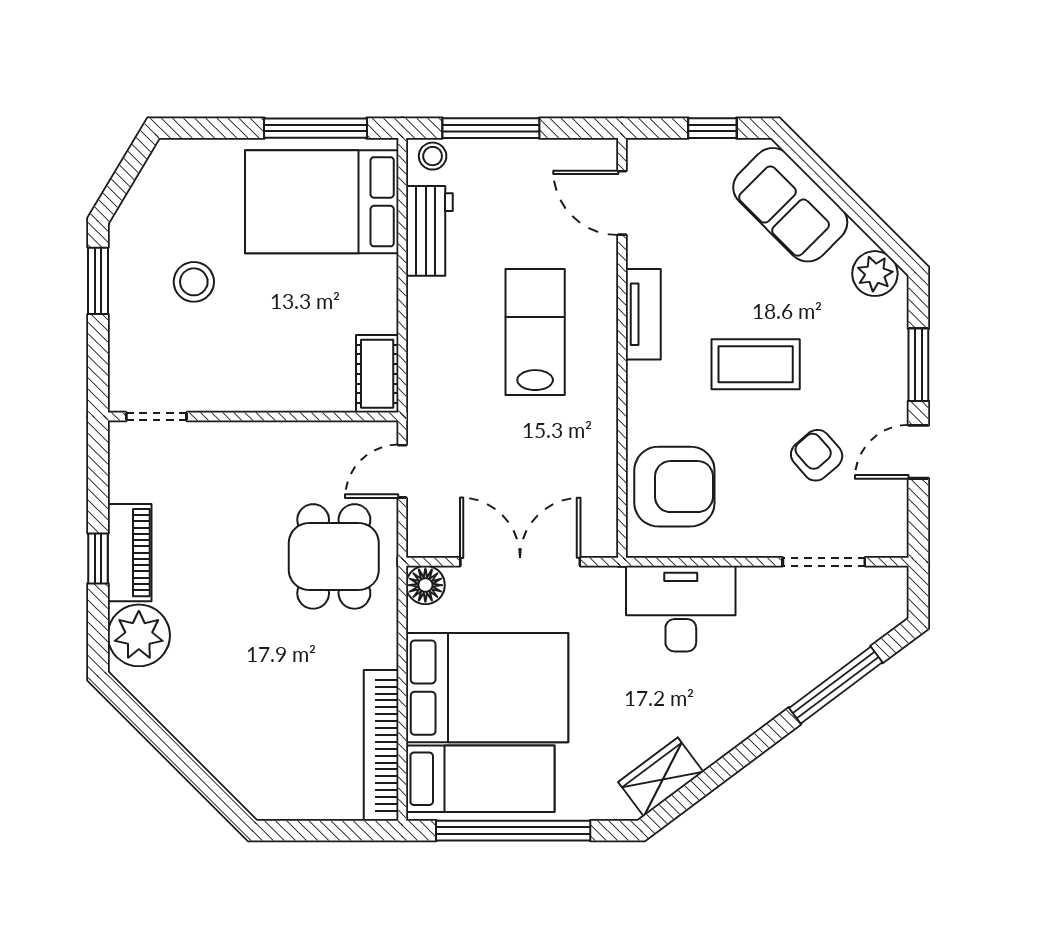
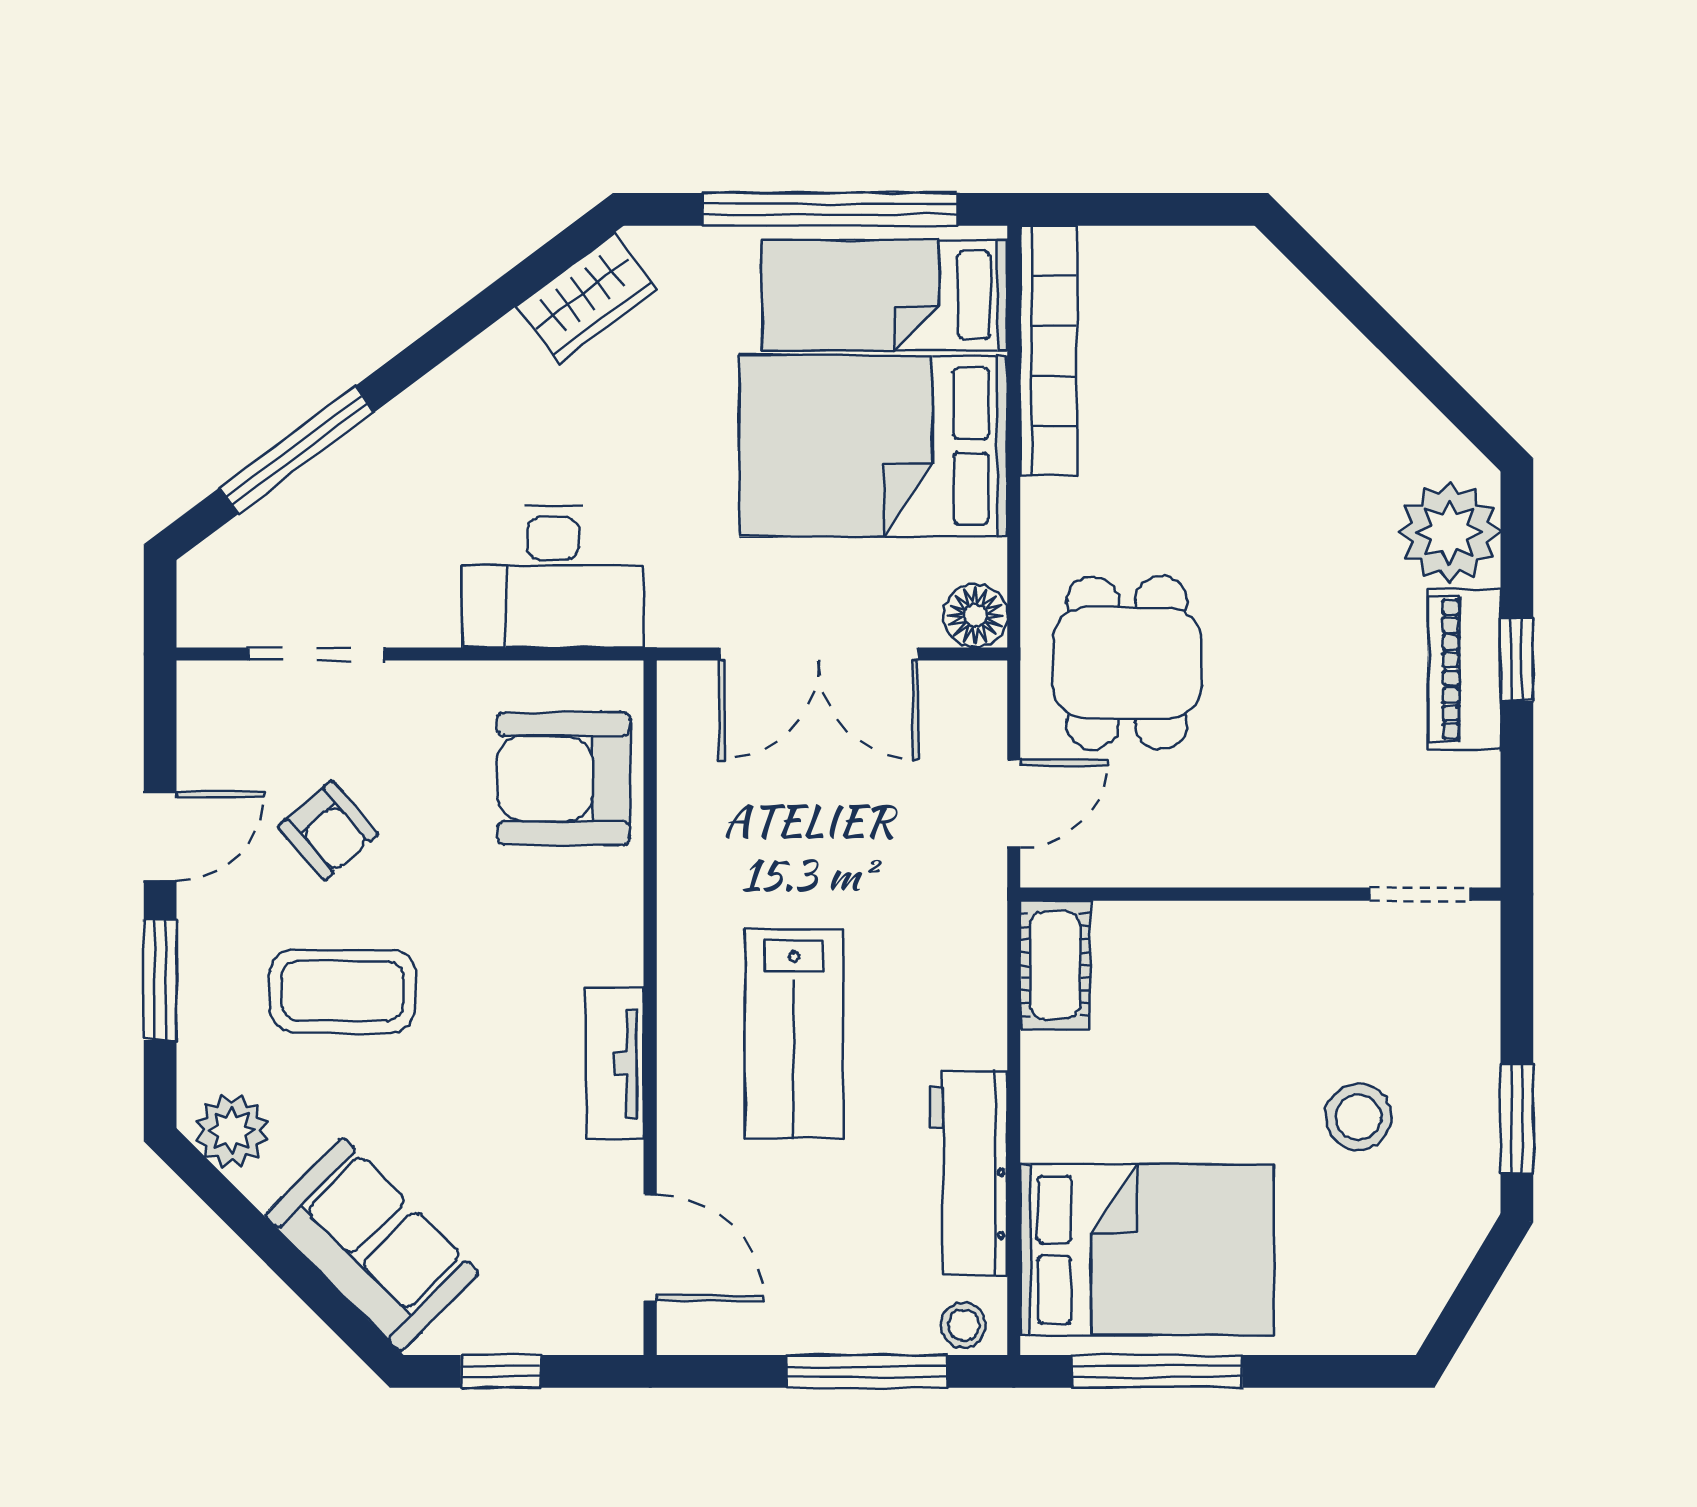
workbench: (429, 231) -> (969, 1173), width x1.38
coffee table: (756, 364) -> (343, 991), moved

